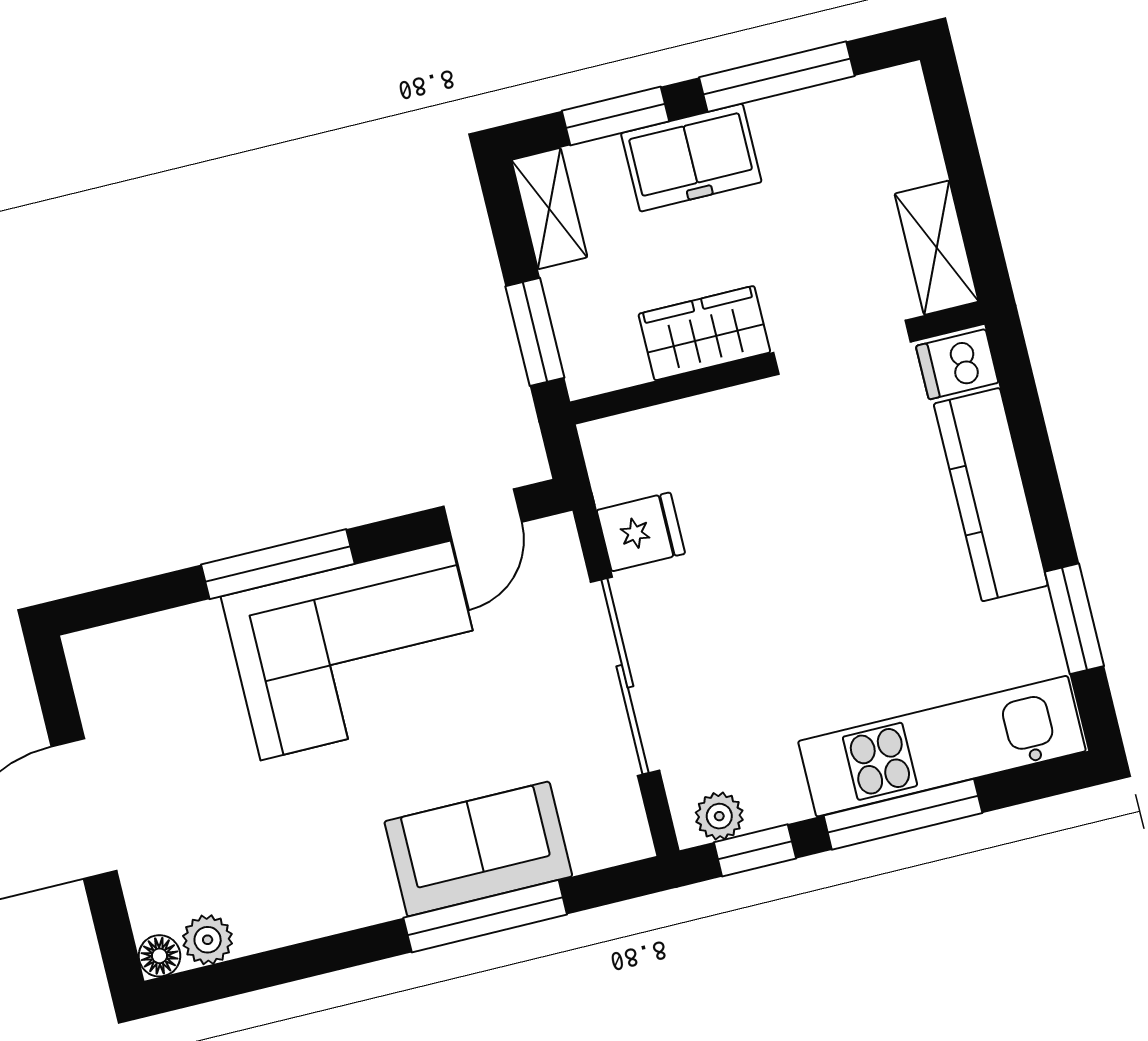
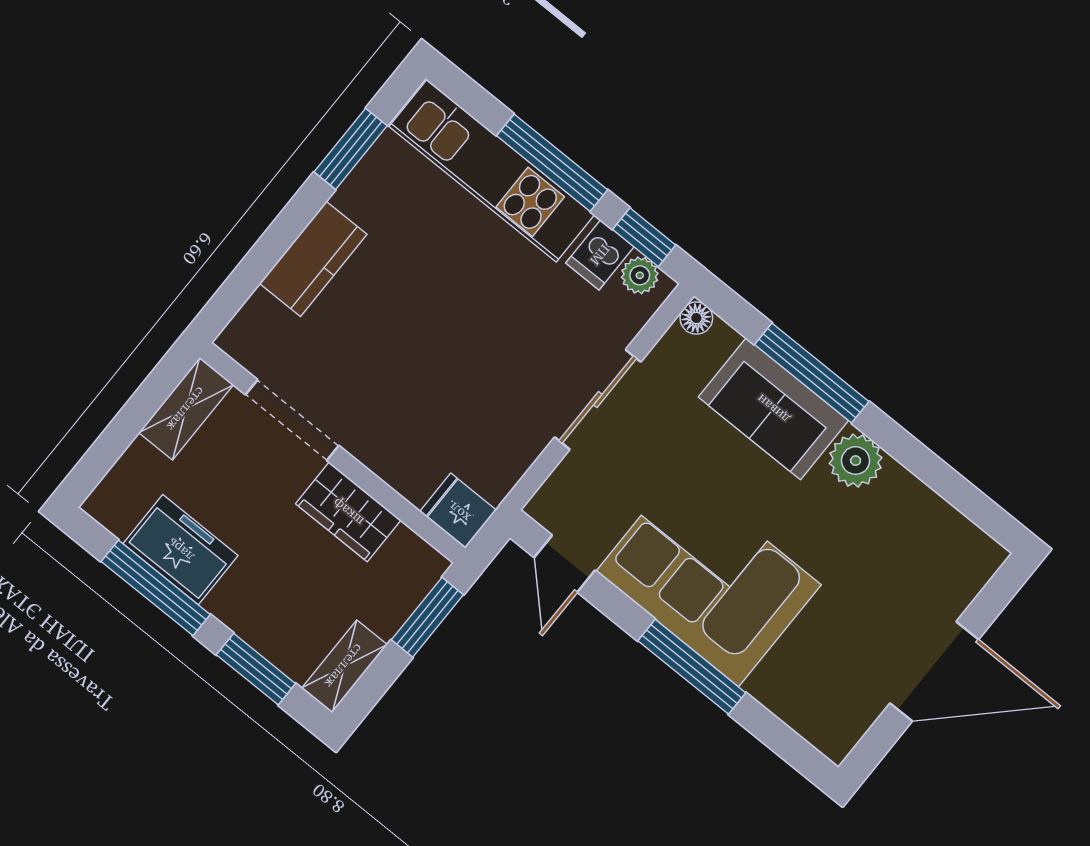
freezer: (691, 158) -> (181, 550), moved
dishwasher: (957, 364) -> (600, 255), moved, turned 90
kitchen counter: (991, 495) -> (313, 259), width x0.67
door: (483, 514) -> (565, 564), swing flipped
fridge: (641, 532) -> (458, 511), moved
sliding door: (625, 676) -> (598, 400), width x0.73
plant: (208, 940) -> (856, 461), moved, width x1.38, depth x1.38
floor lamp: (159, 956) -> (696, 318), moved

